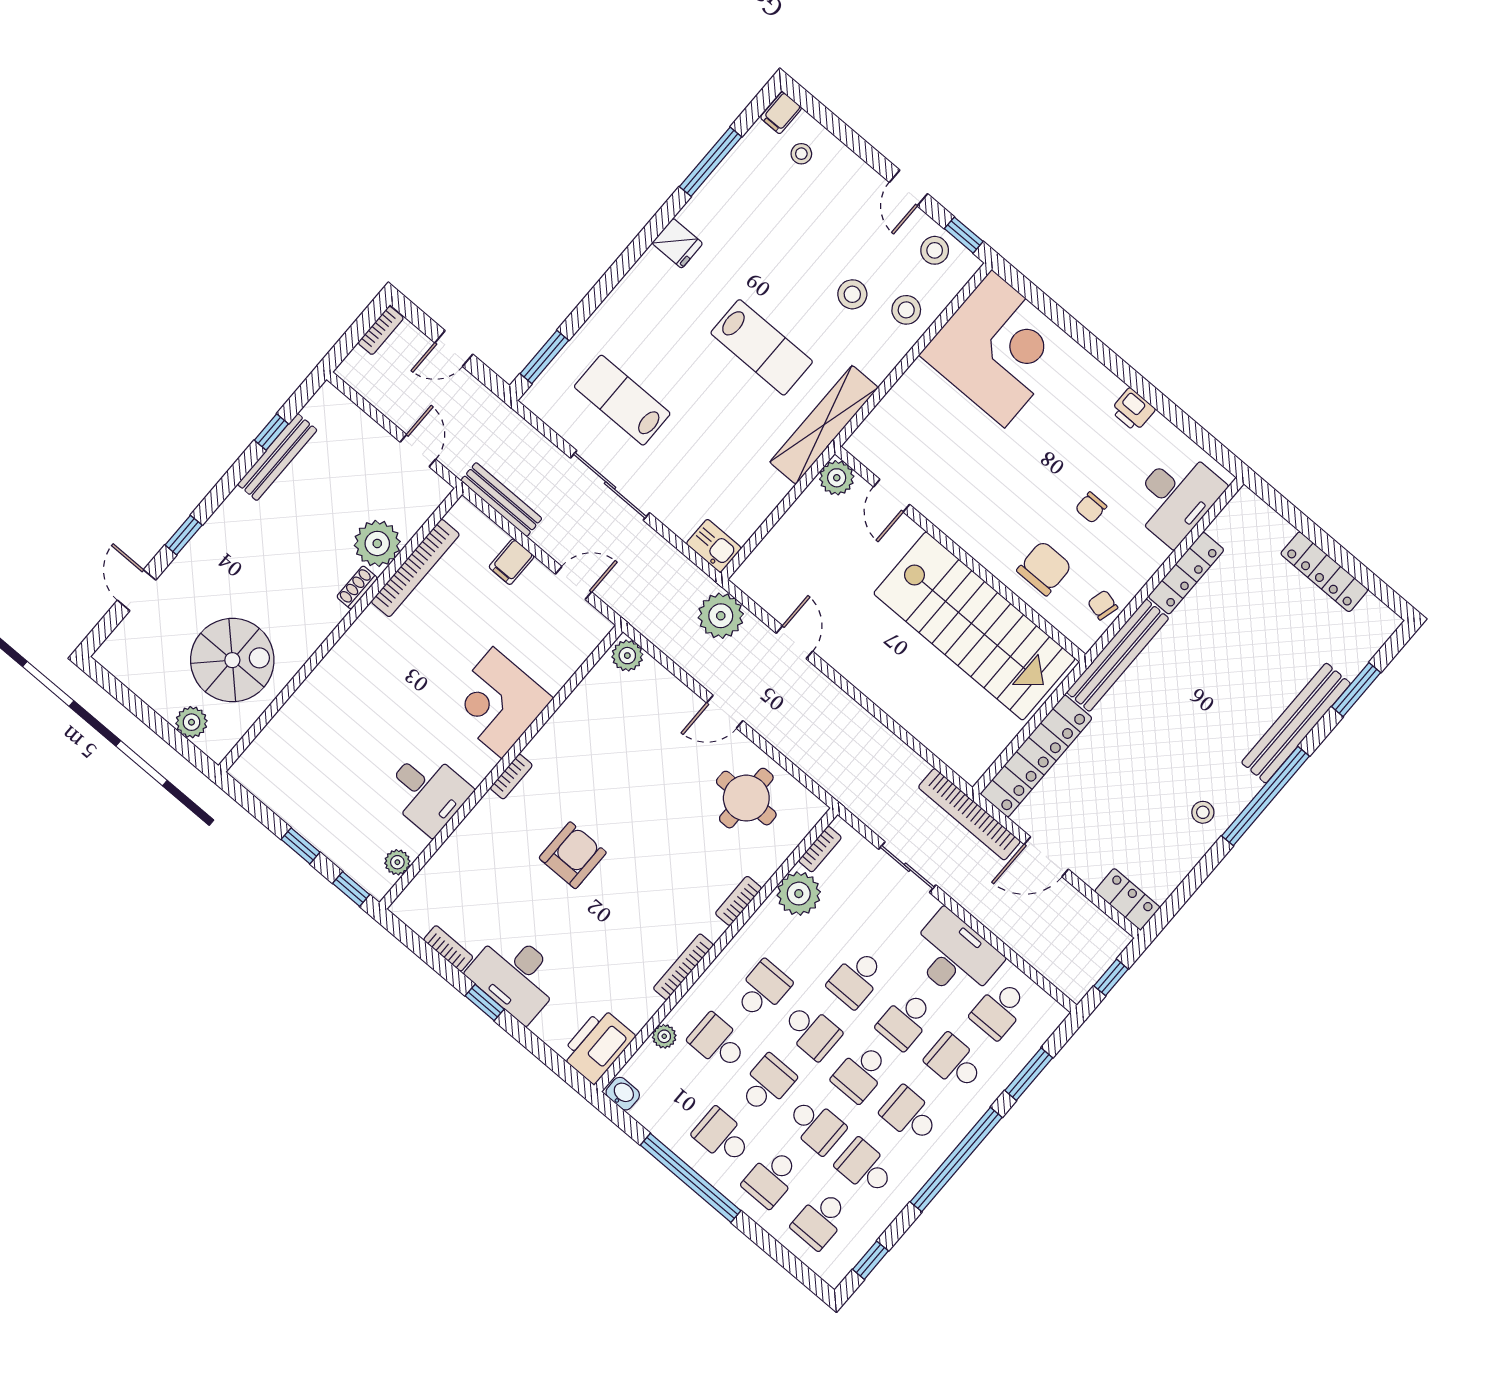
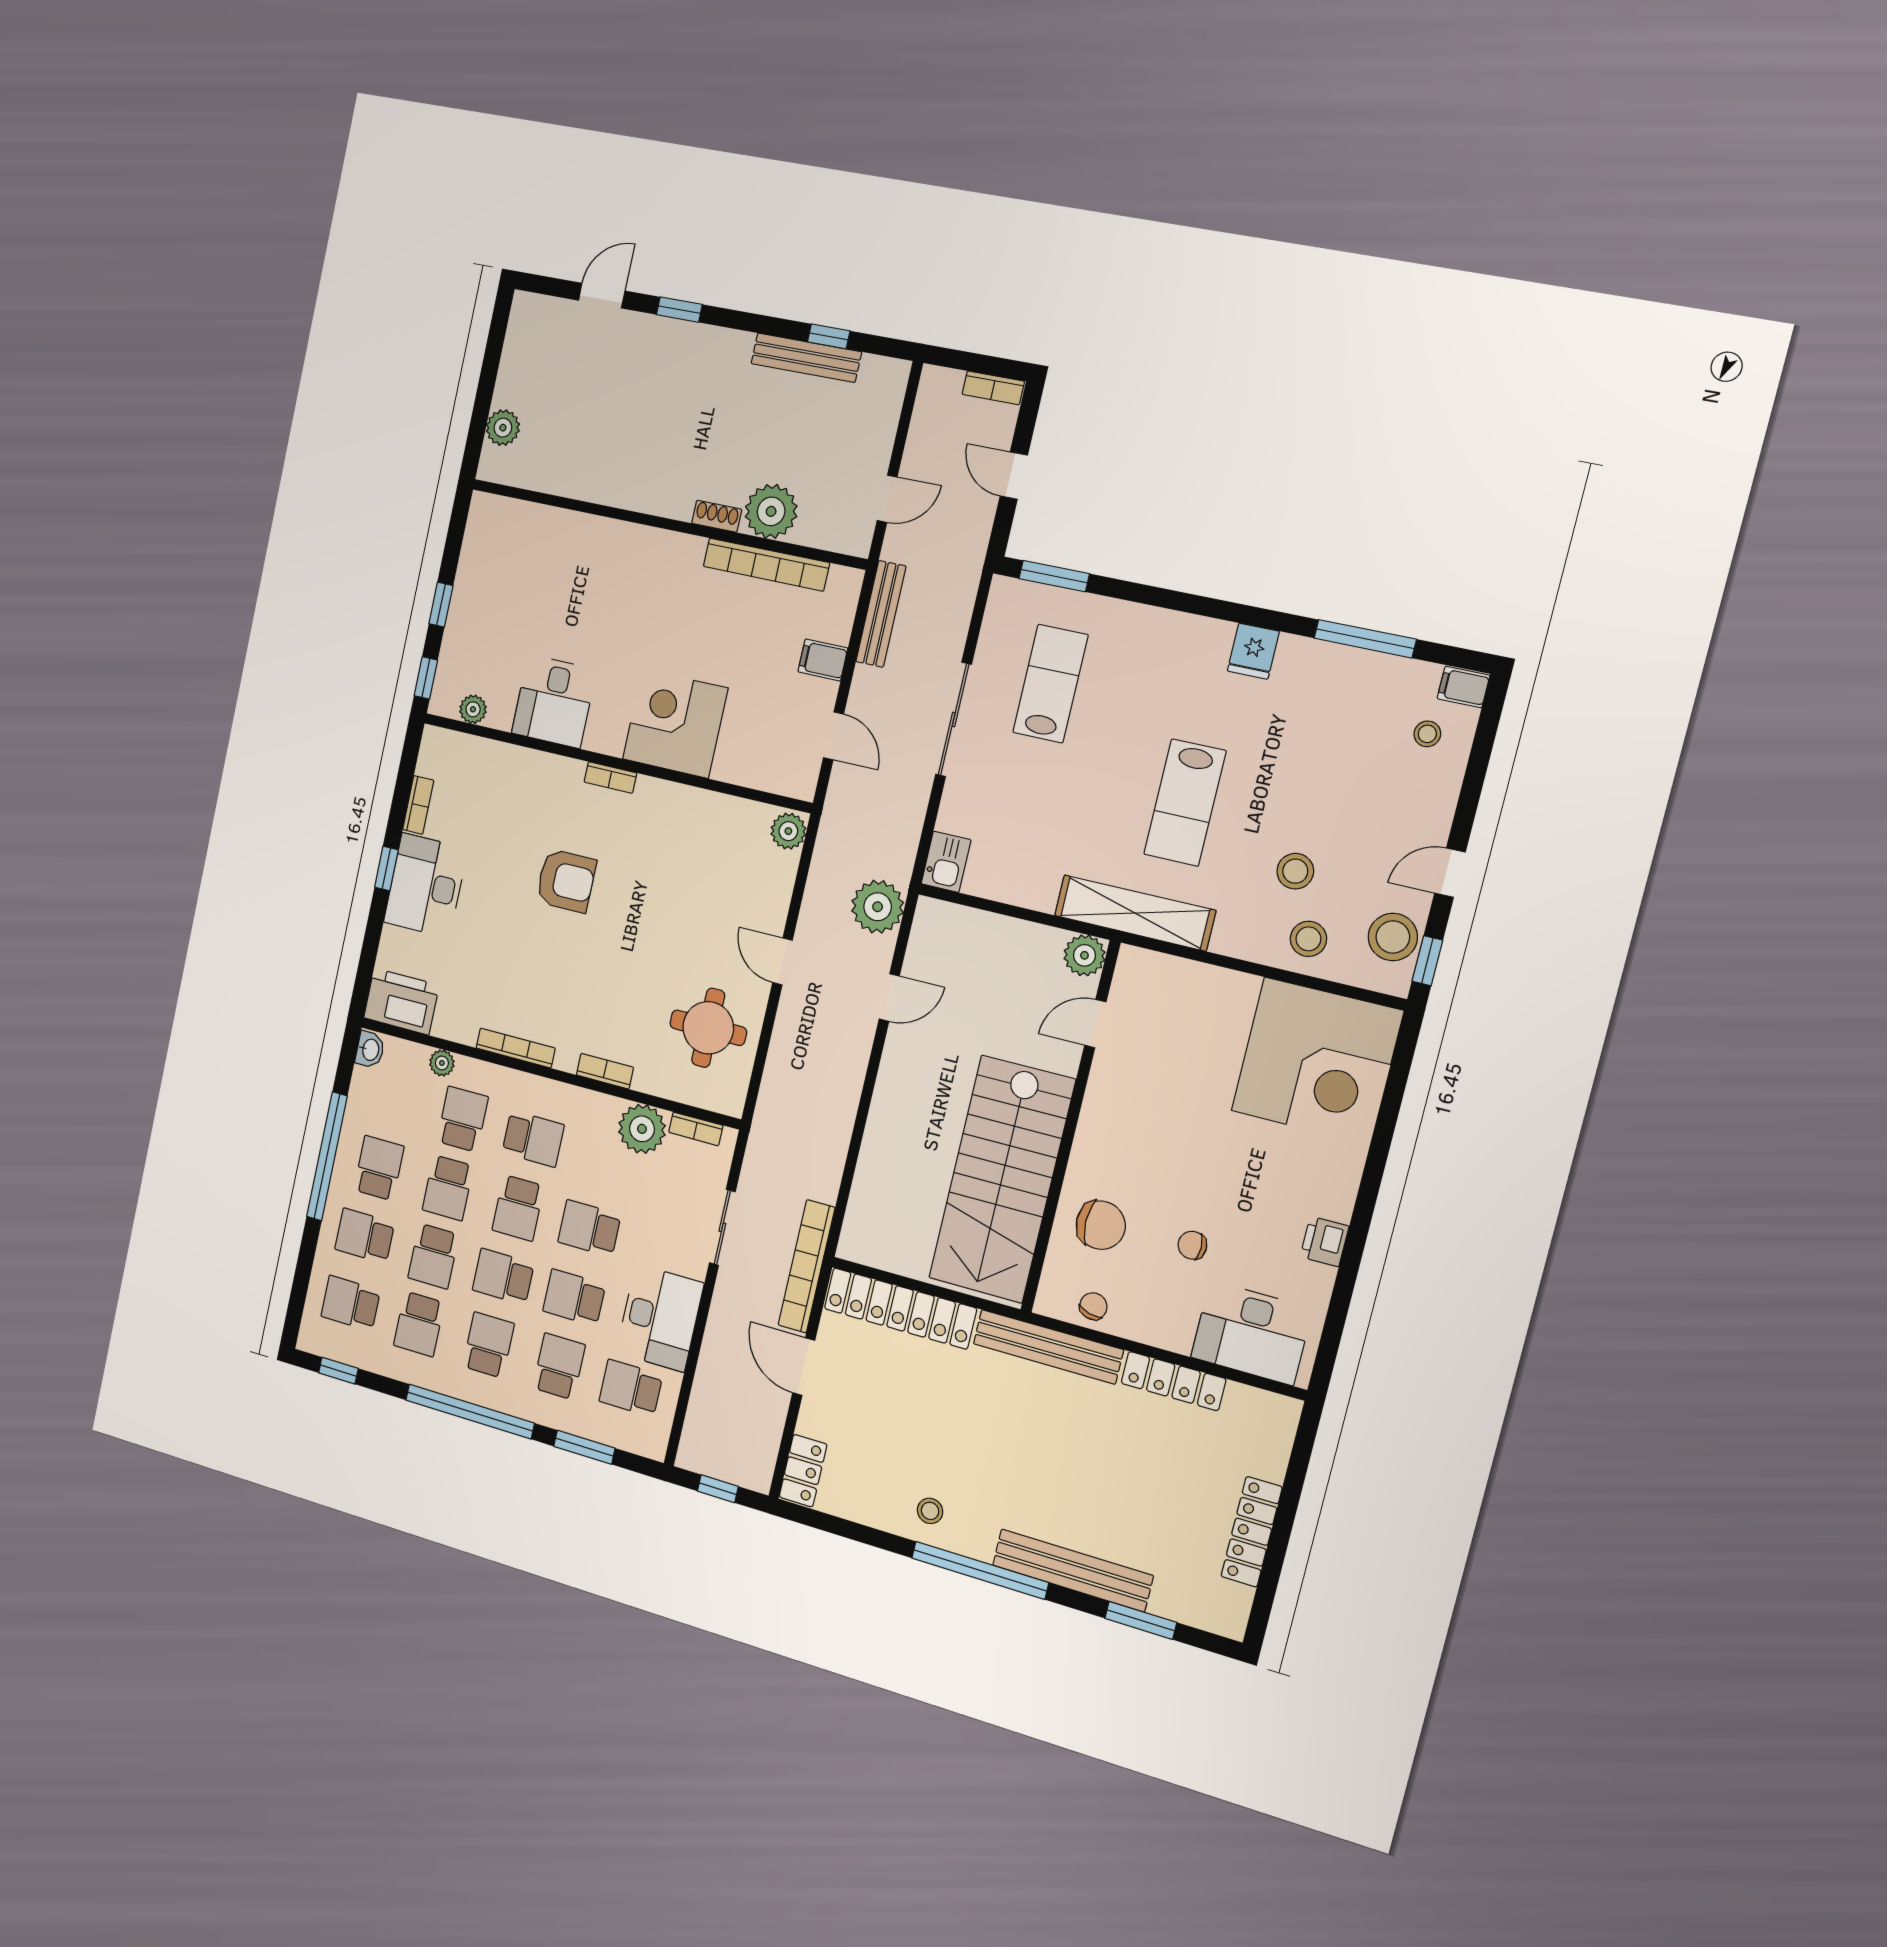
stool: (935, 250) -> (1393, 937), width x1.38, depth x1.38
spiral stairs: (232, 660) -> (582, 432), removed
school desk: (767, 1084) -> (448, 1188), turned 90
school desk: (865, 1167) -> (419, 1324), turned 180

